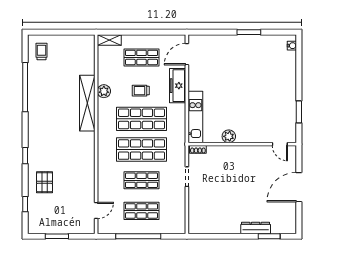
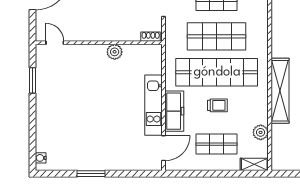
plant: (104, 91) -> (261, 132), moved
kitchen unit: (195, 117) -> (154, 105), moved
shop shelf: (141, 119) -> (217, 72), width x1.40

